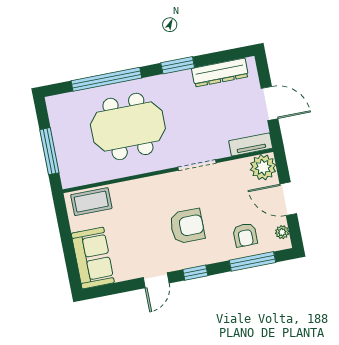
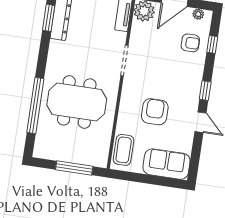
window: (178, 65) -> (49, 18), moved
meeting table: (128, 126) -> (77, 102), turned 90
armchair: (187, 226) -> (155, 112), moved
window: (252, 261) -> (212, 44), width x0.46

